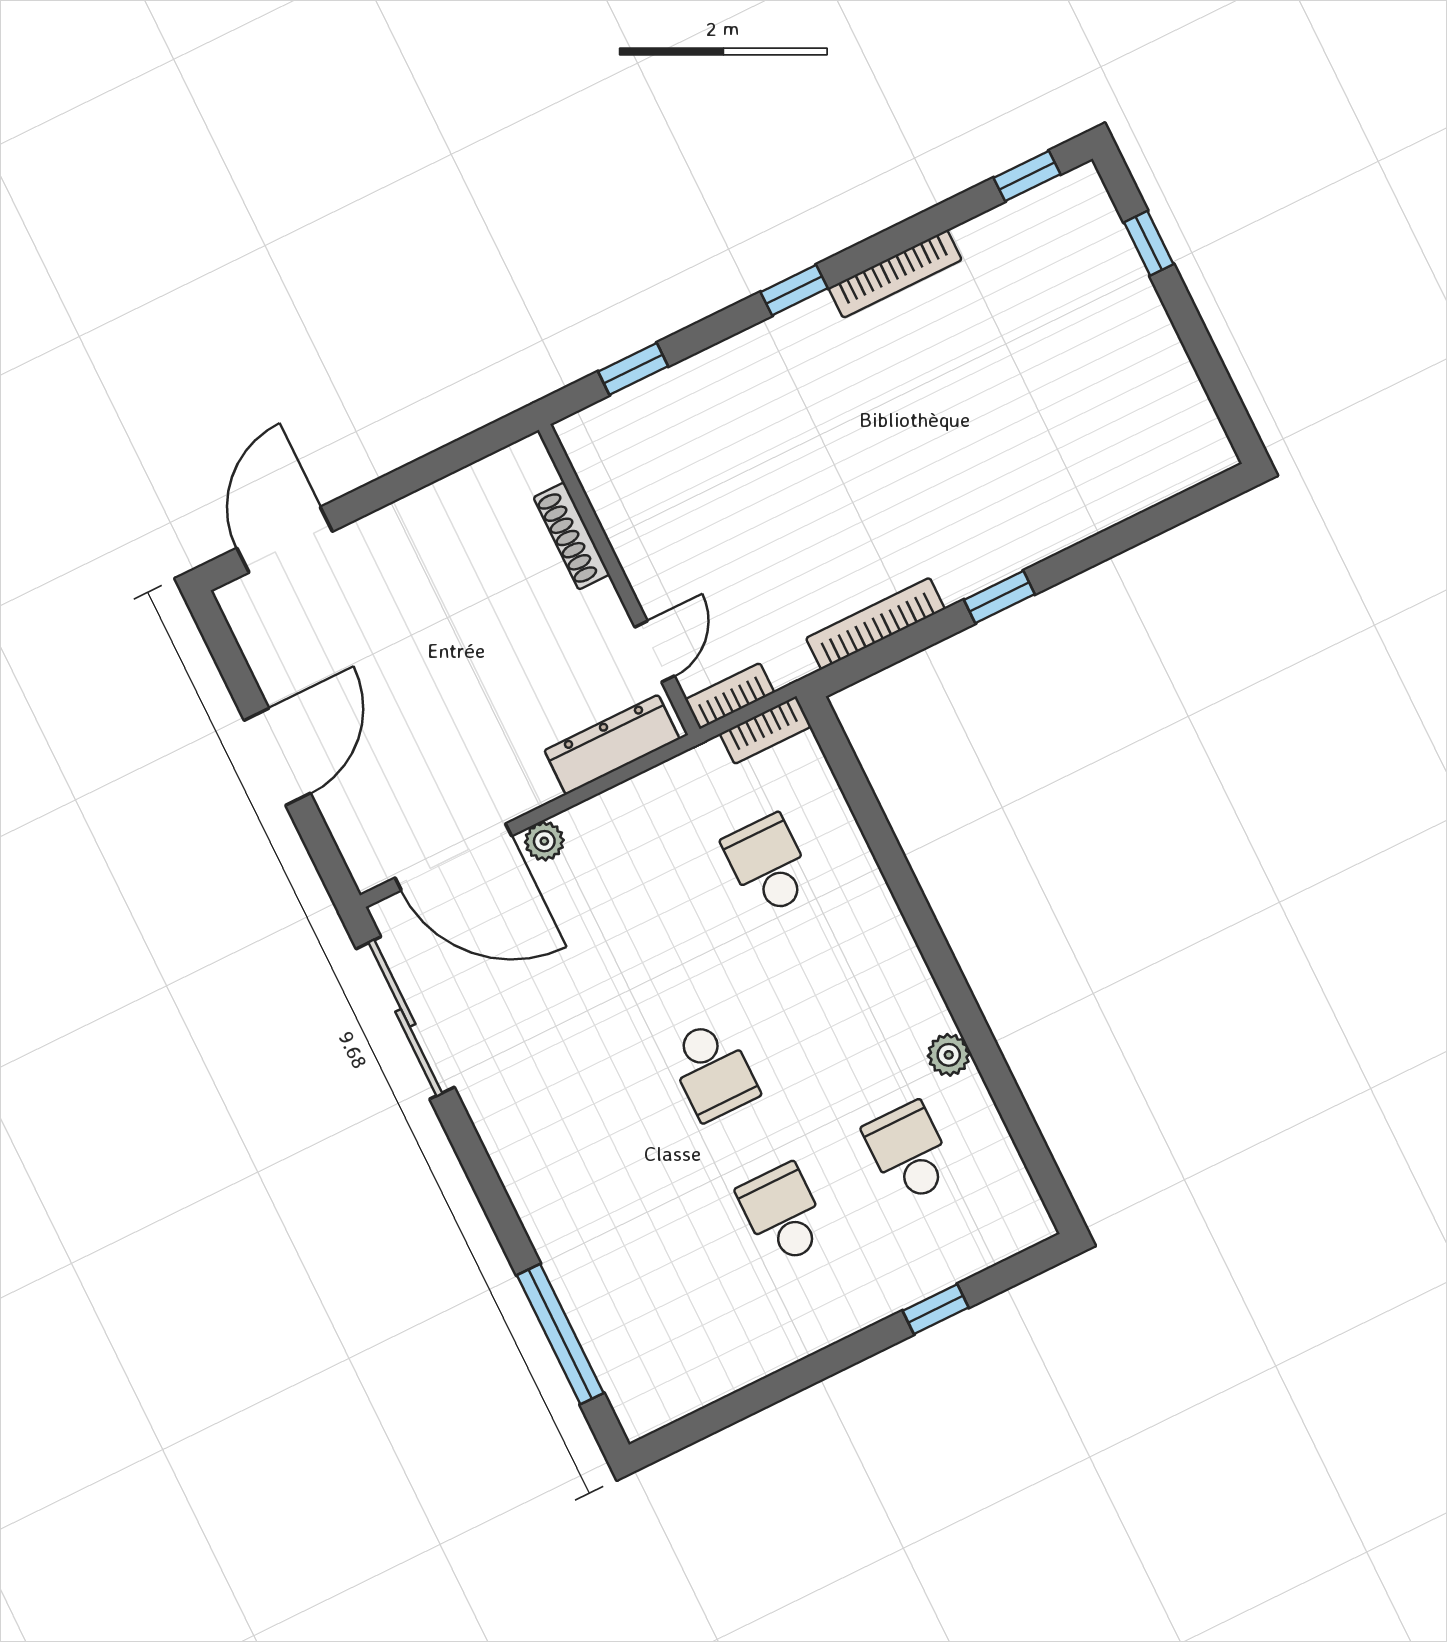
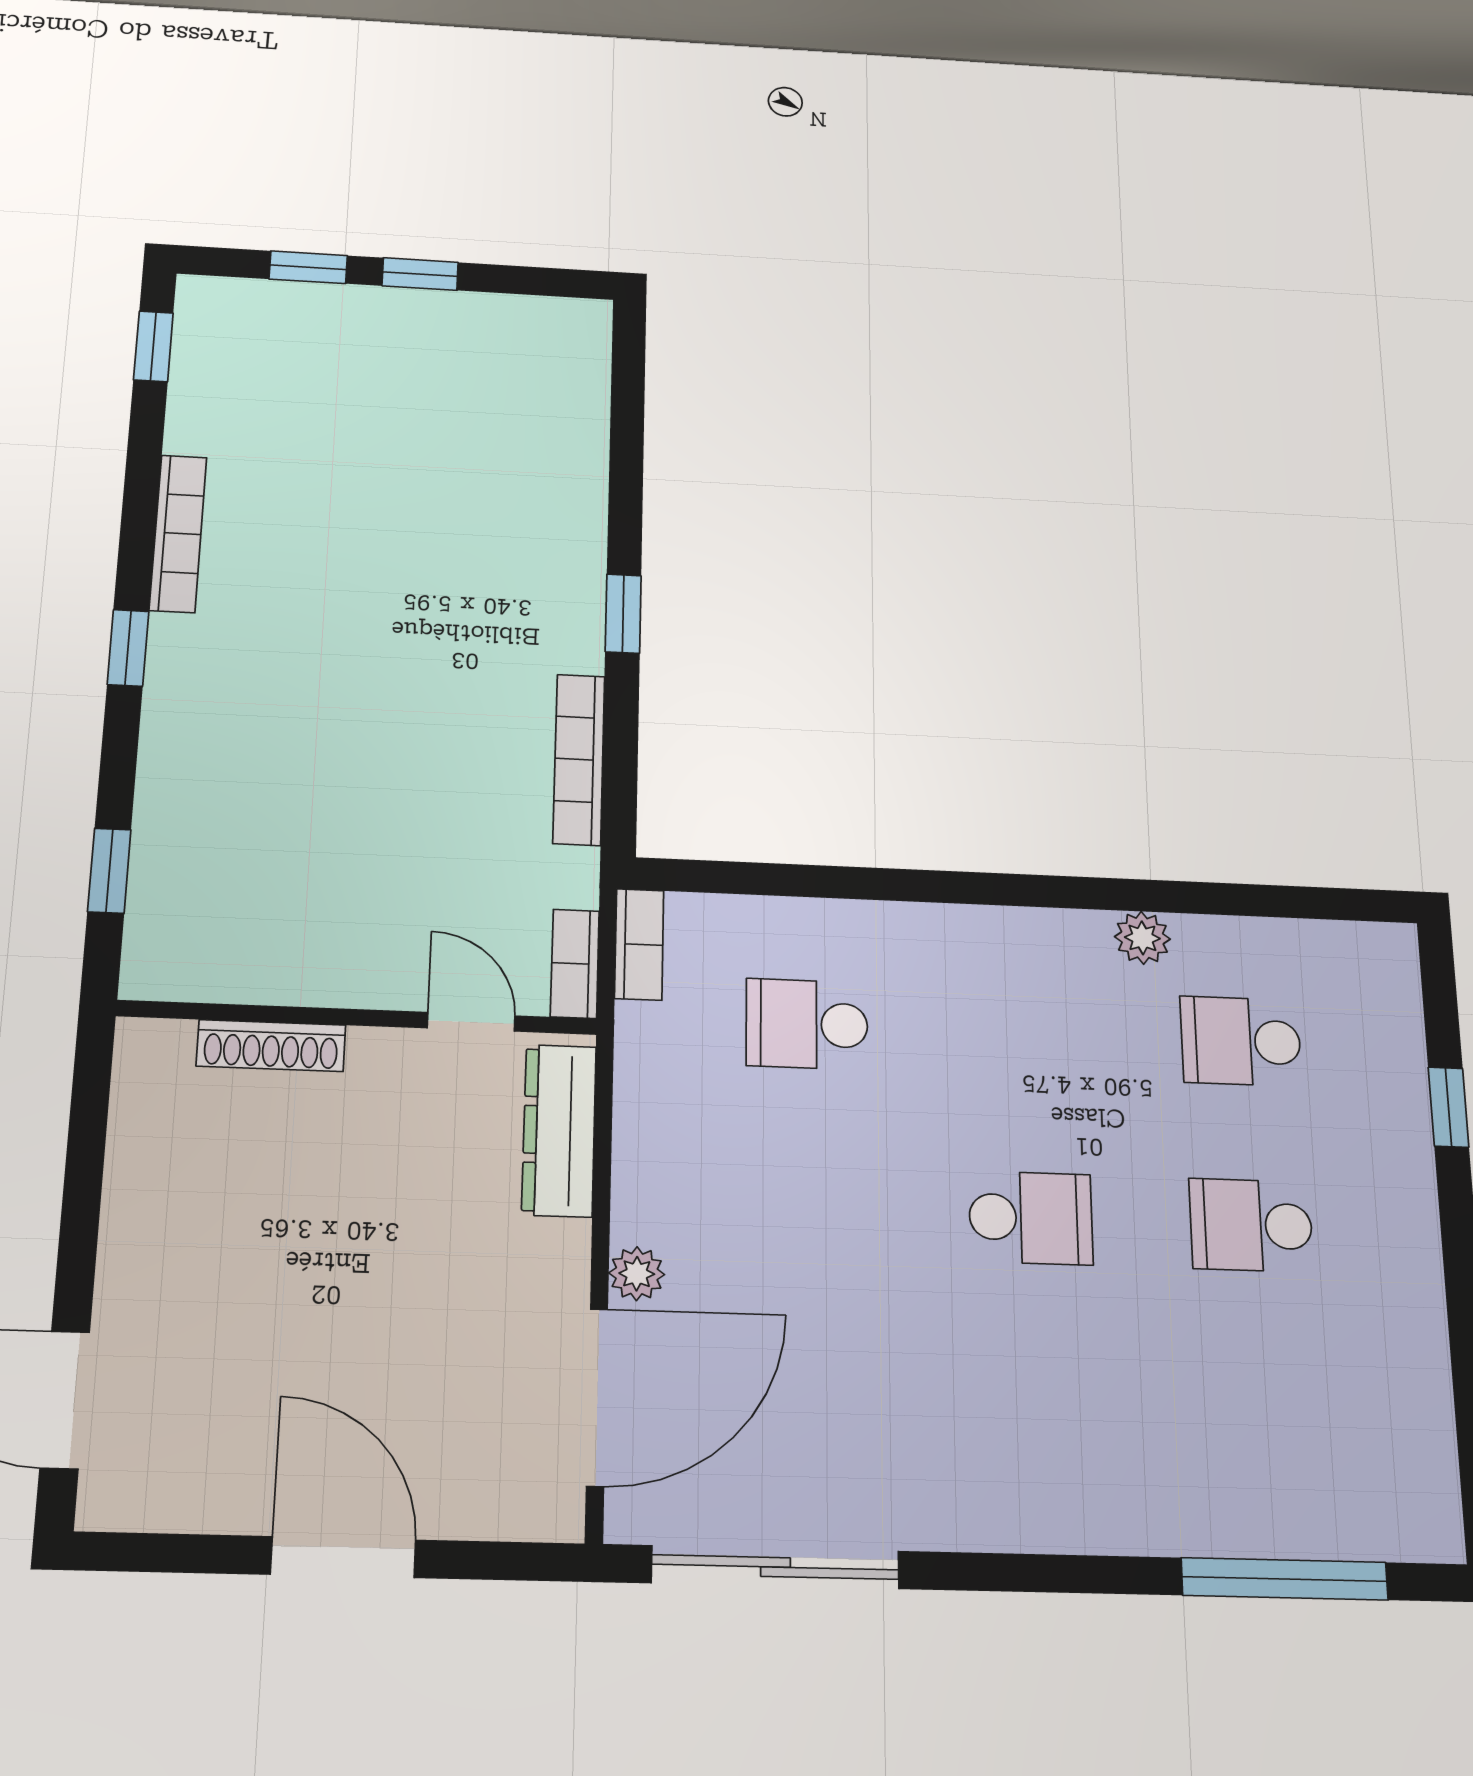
window: (1187, 321) -> (420, 274), added

